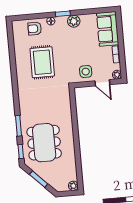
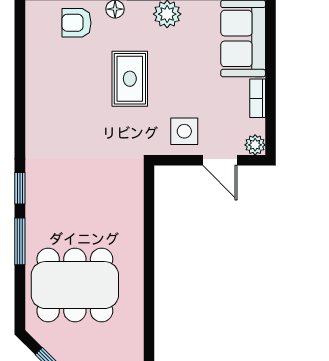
rug: (42, 62) -> (130, 79), moved, width x0.73, depth x0.70
dining table: (44, 143) -> (75, 285), turned 90
window: (21, 151) -> (20, 188), moved

